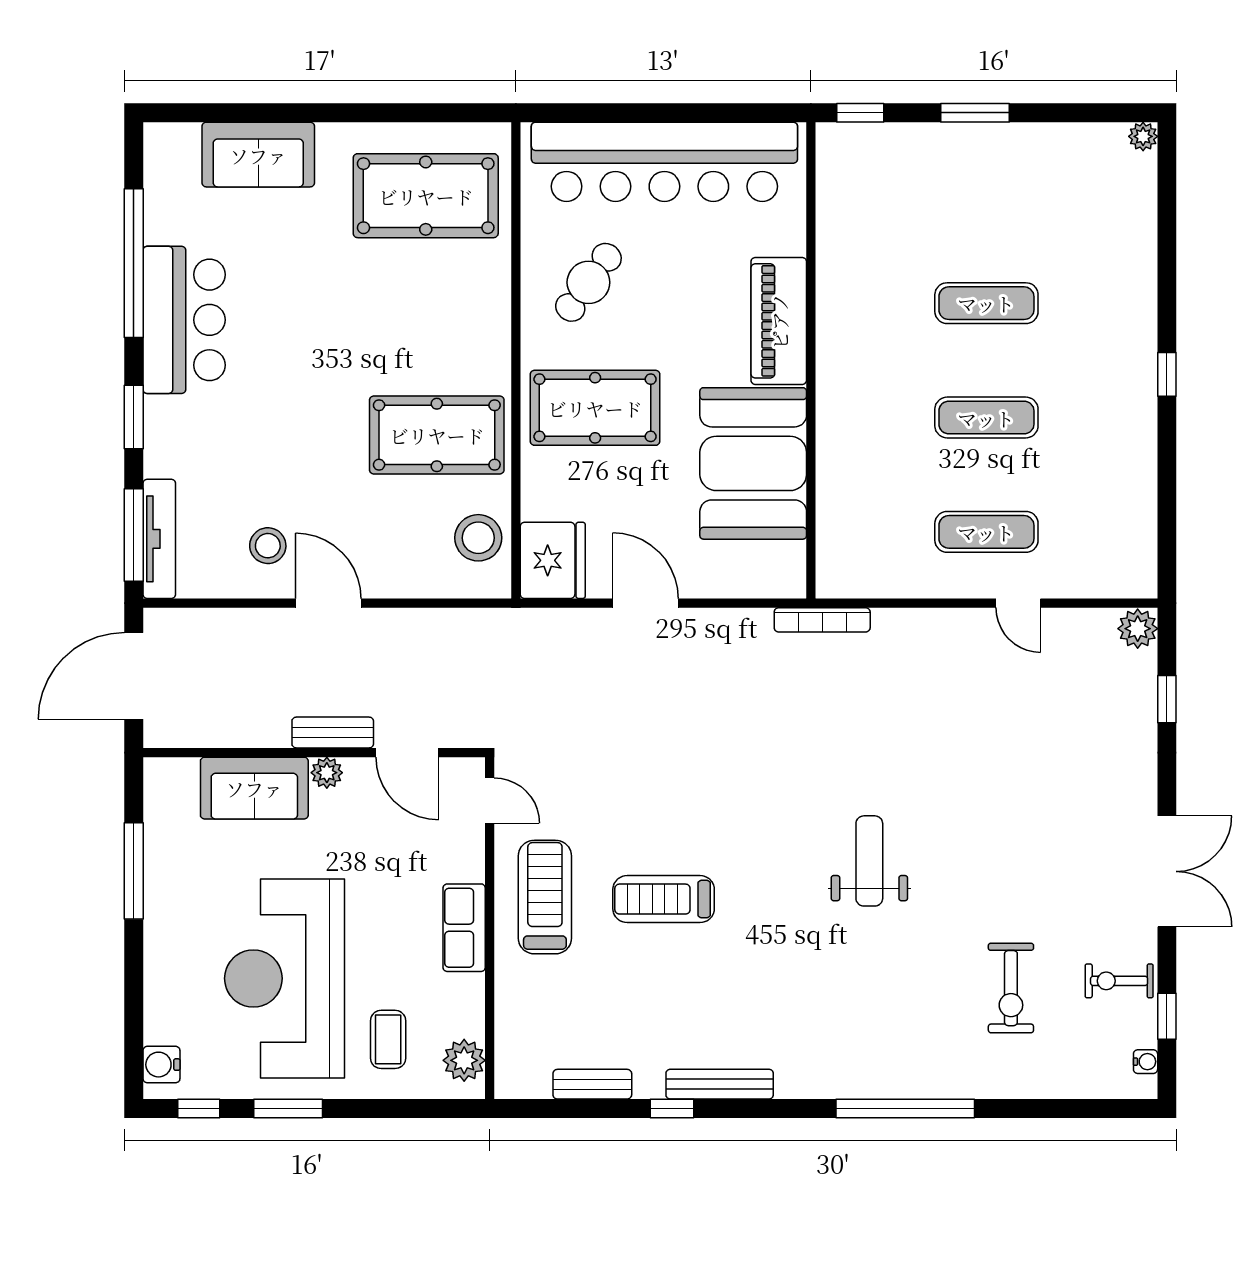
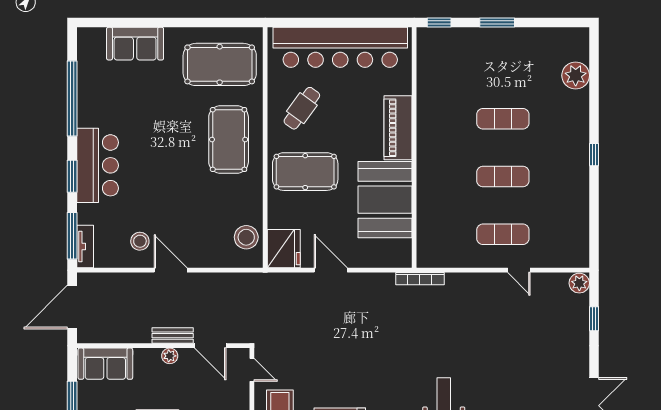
plant: (1143, 136) -> (576, 75), moved, width x1.87, depth x1.87
bar counter: (184, 320) -> (98, 165), moved
pool table: (437, 435) -> (229, 140), moved, turned 90
tv unit: (159, 539) -> (85, 247), width x0.71
sofa: (254, 788) -> (105, 364), moved

